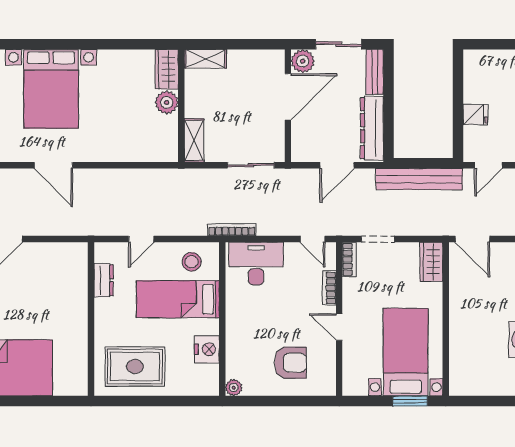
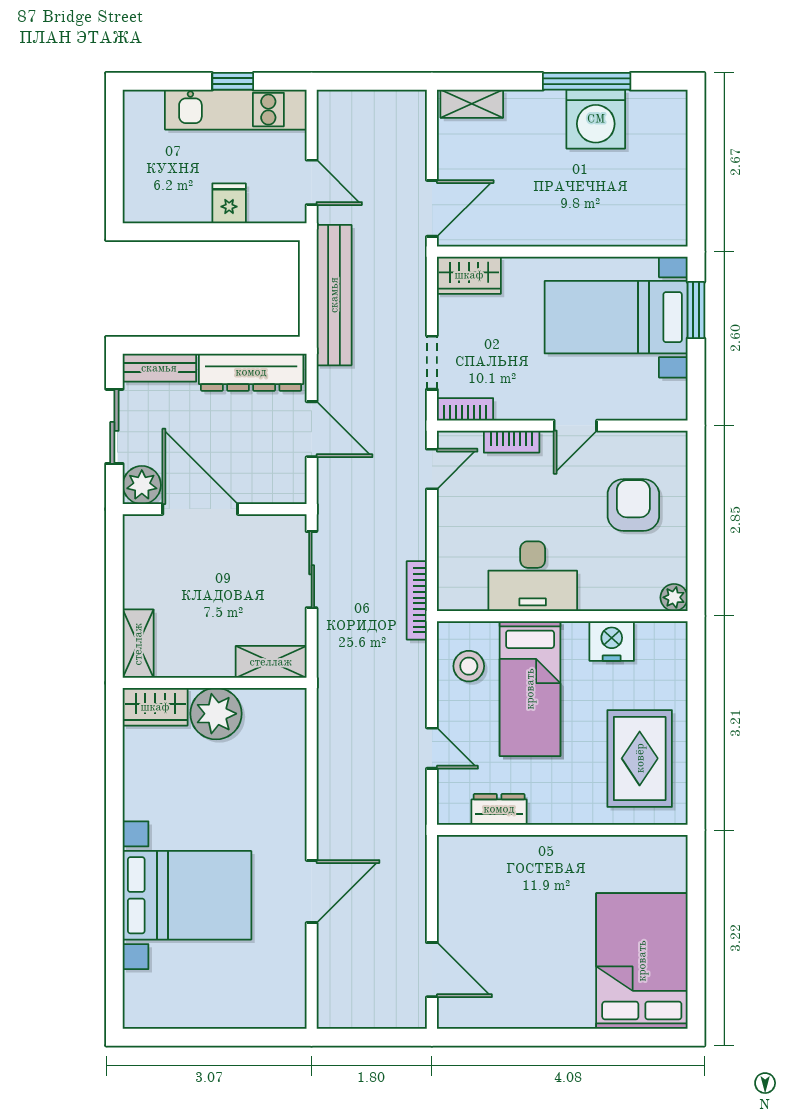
plant: (167, 102) -> (216, 714), width x1.36, depth x1.36
desk: (256, 264) -> (533, 576), moved, turned -90

